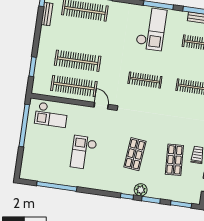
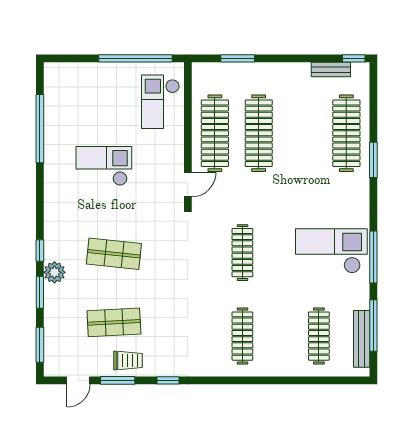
checkout: (151, 29) -> (331, 251), turned 180

